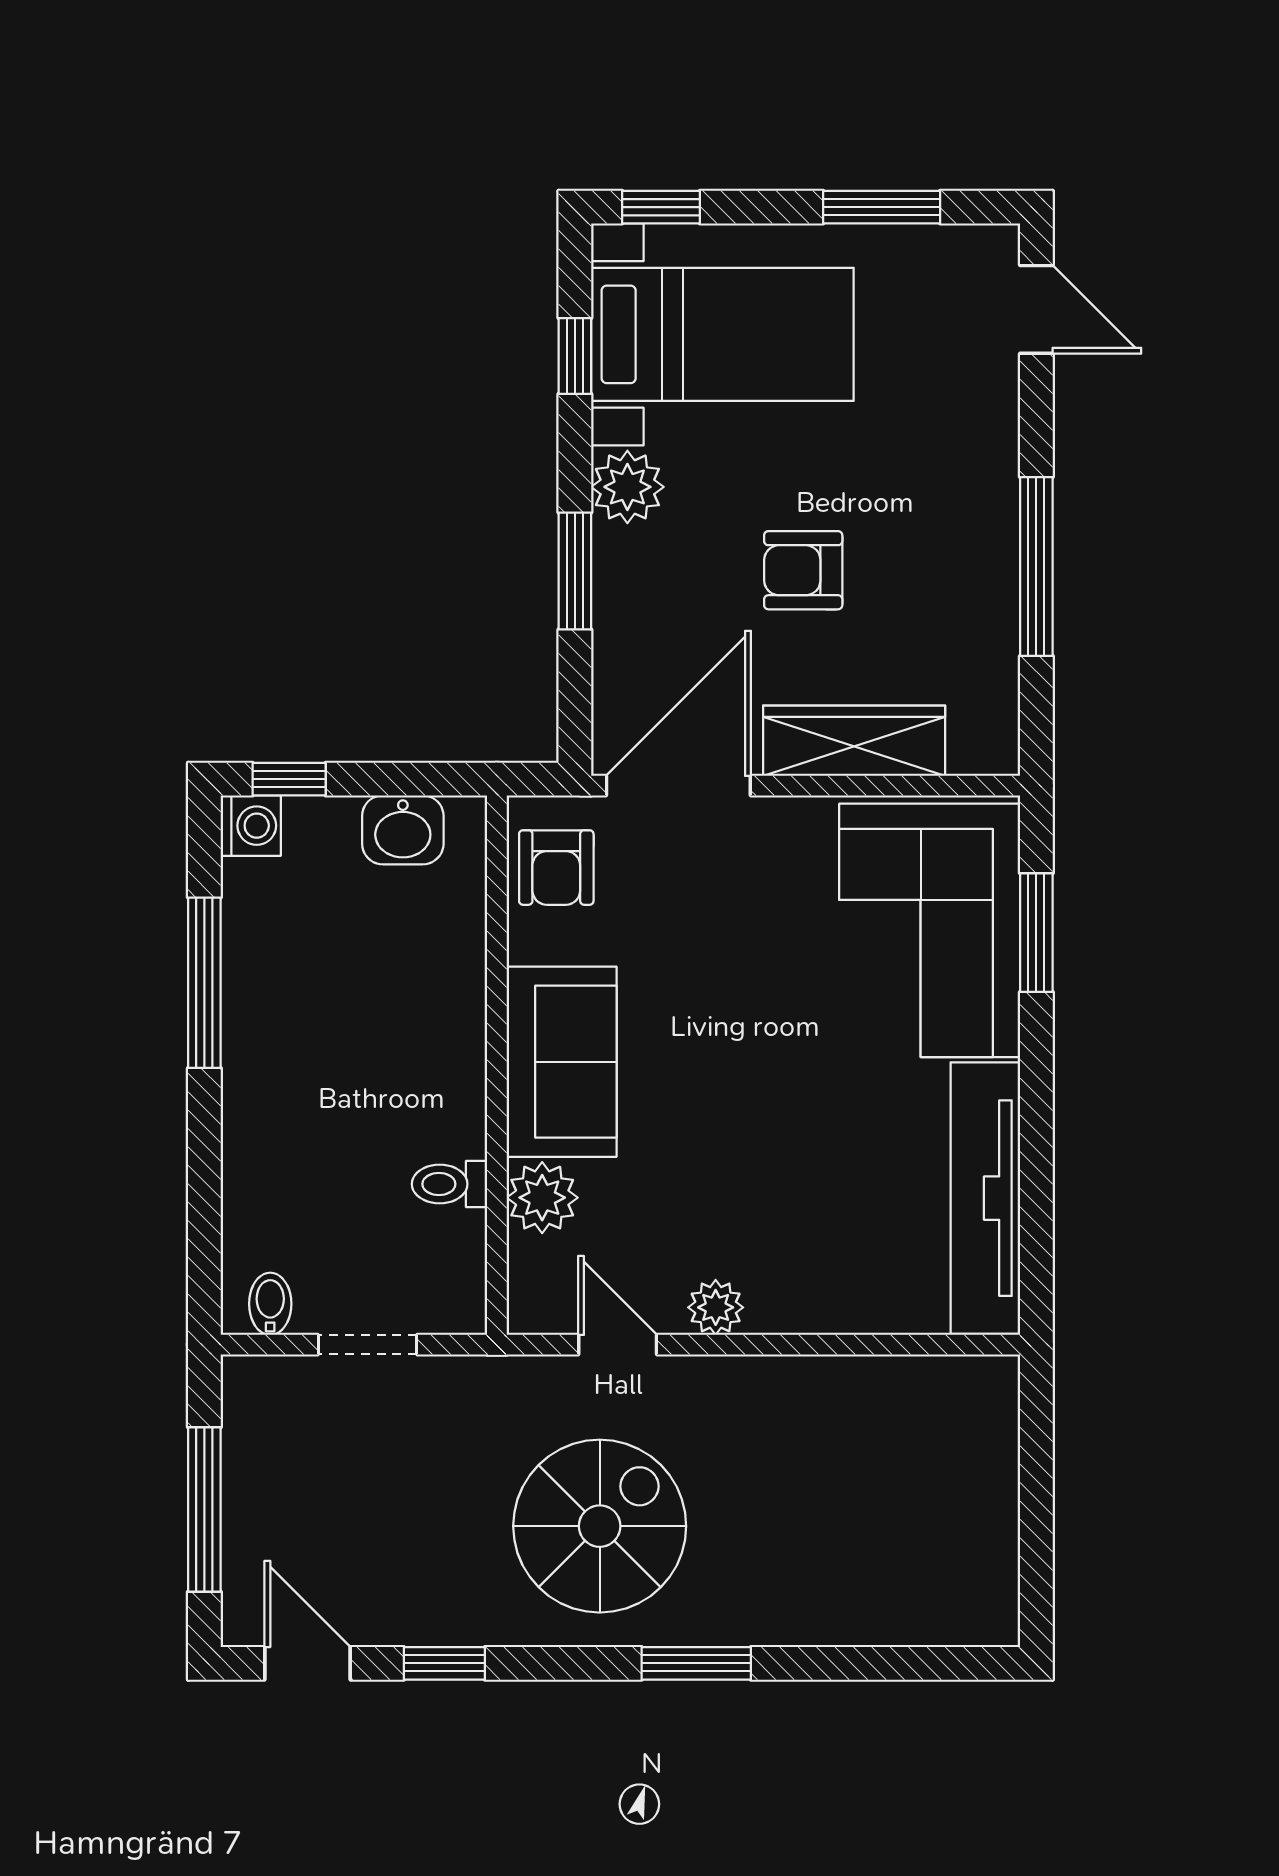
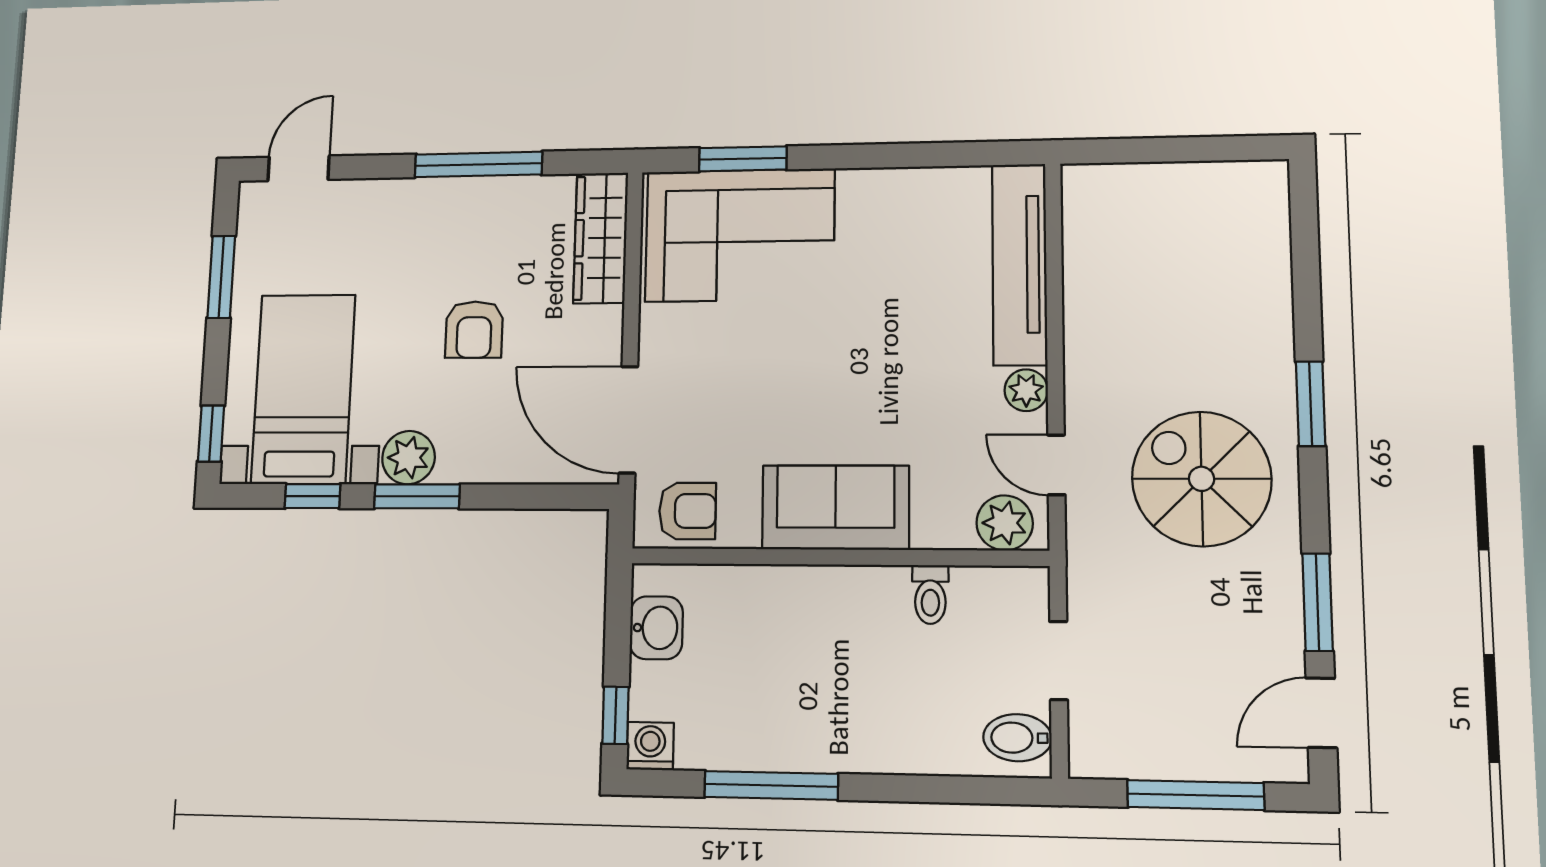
window: (575, 571) -> (417, 496), moved
wardrobe: (854, 741) -> (601, 238), moved
plant: (542, 1198) -> (1005, 523), moved
tv unit: (985, 1198) -> (1019, 264), moved, turned 90
bidet: (270, 1304) -> (1017, 738), width x1.38, depth x1.36
door: (618, 1345) -> (1056, 465), hinge flipped
window: (444, 1663) -> (1318, 602), width x1.50

